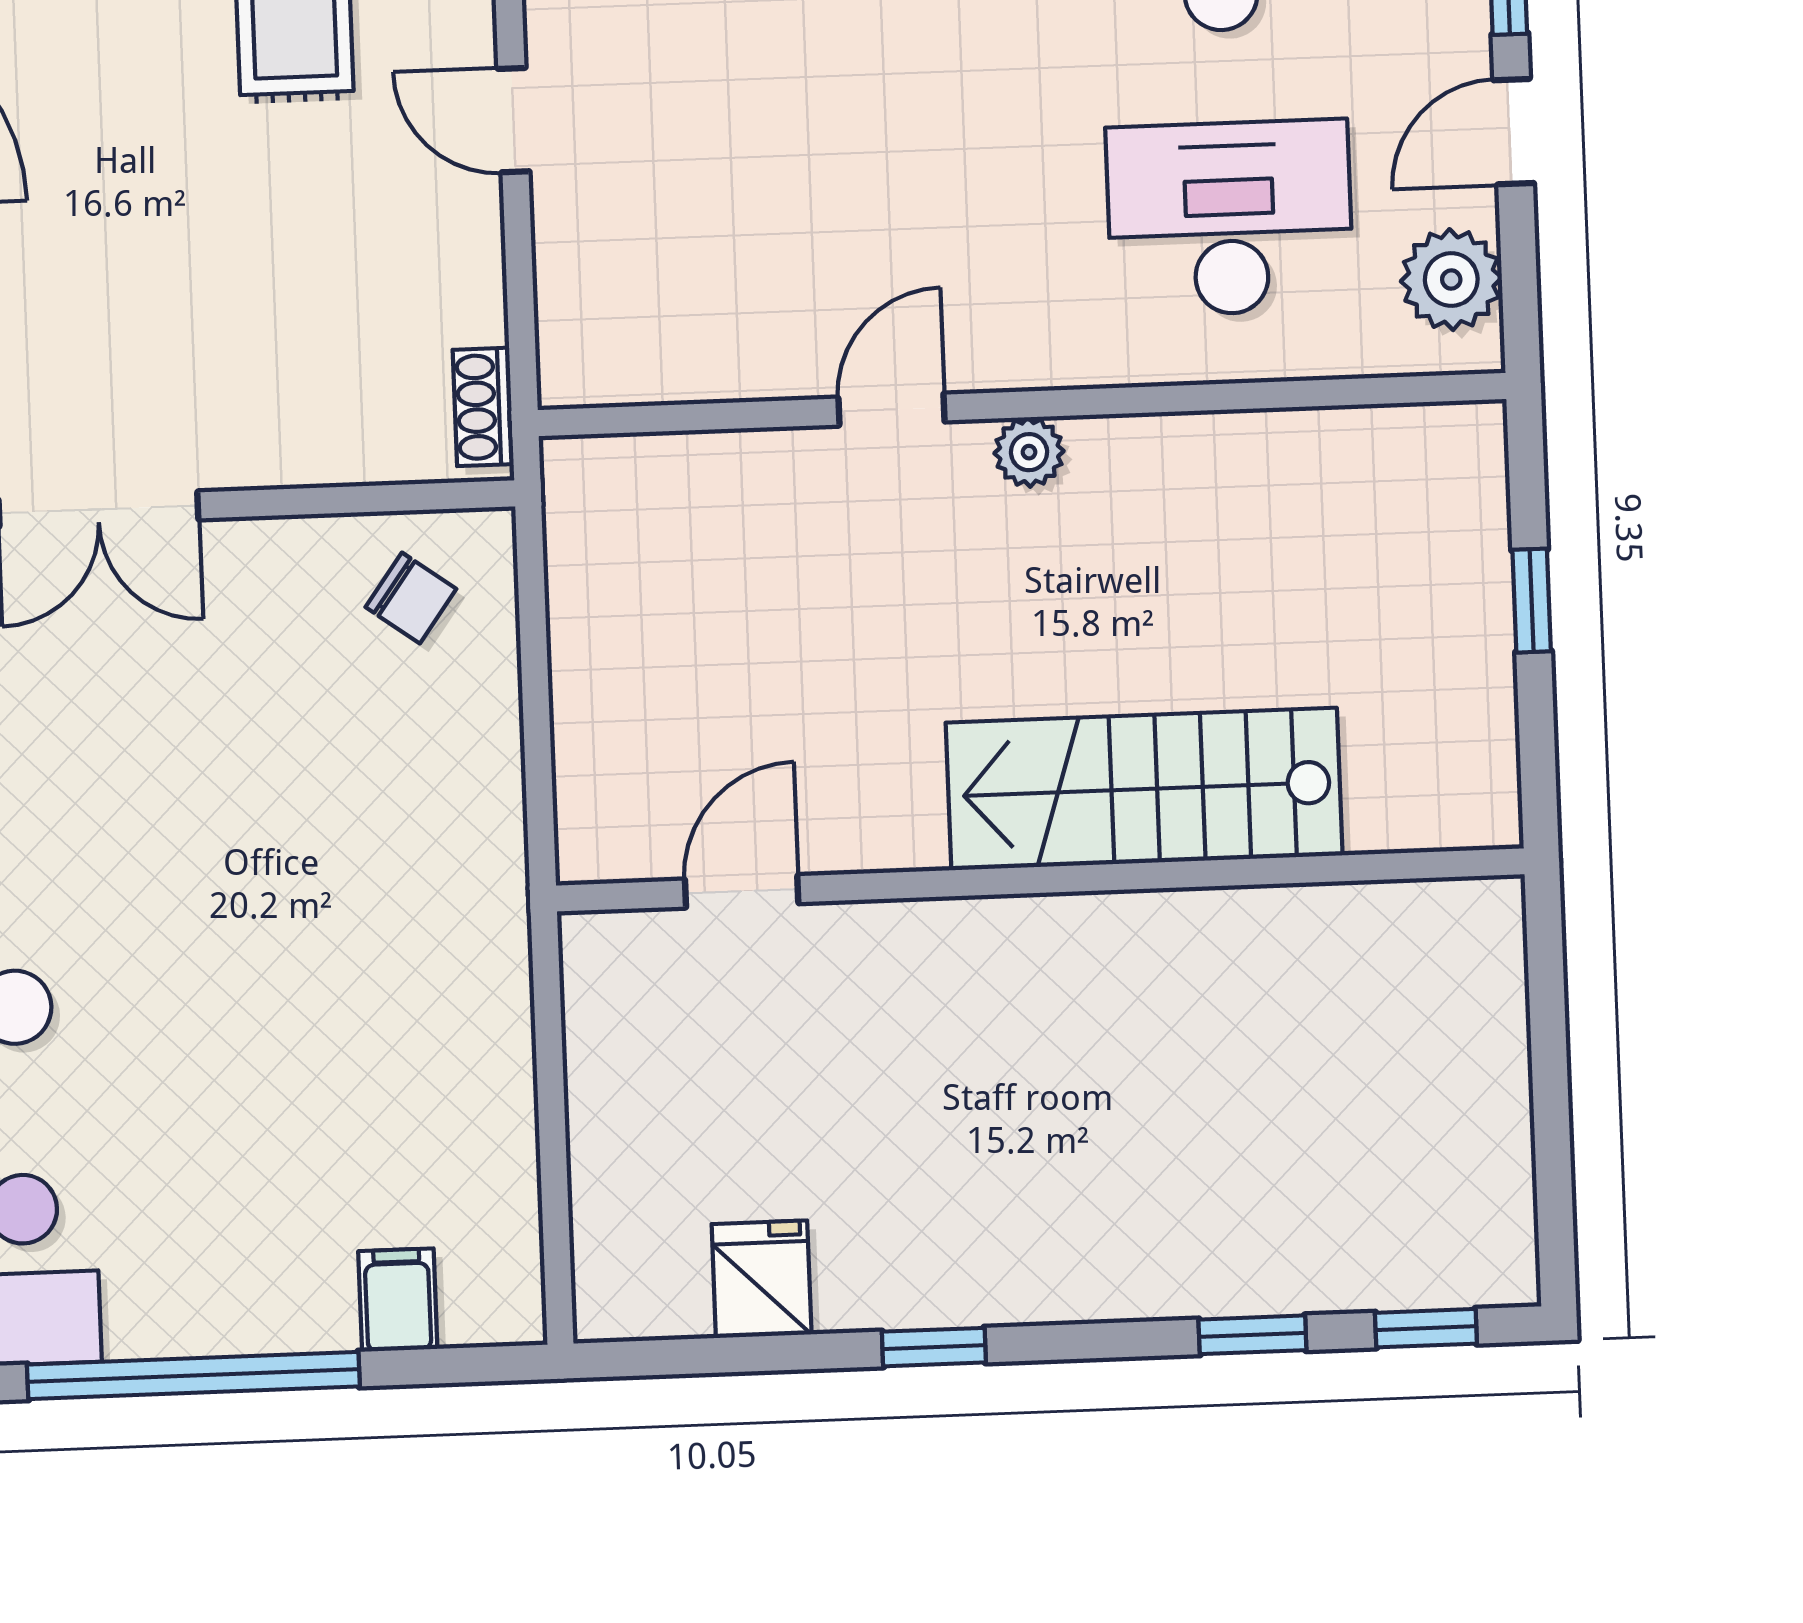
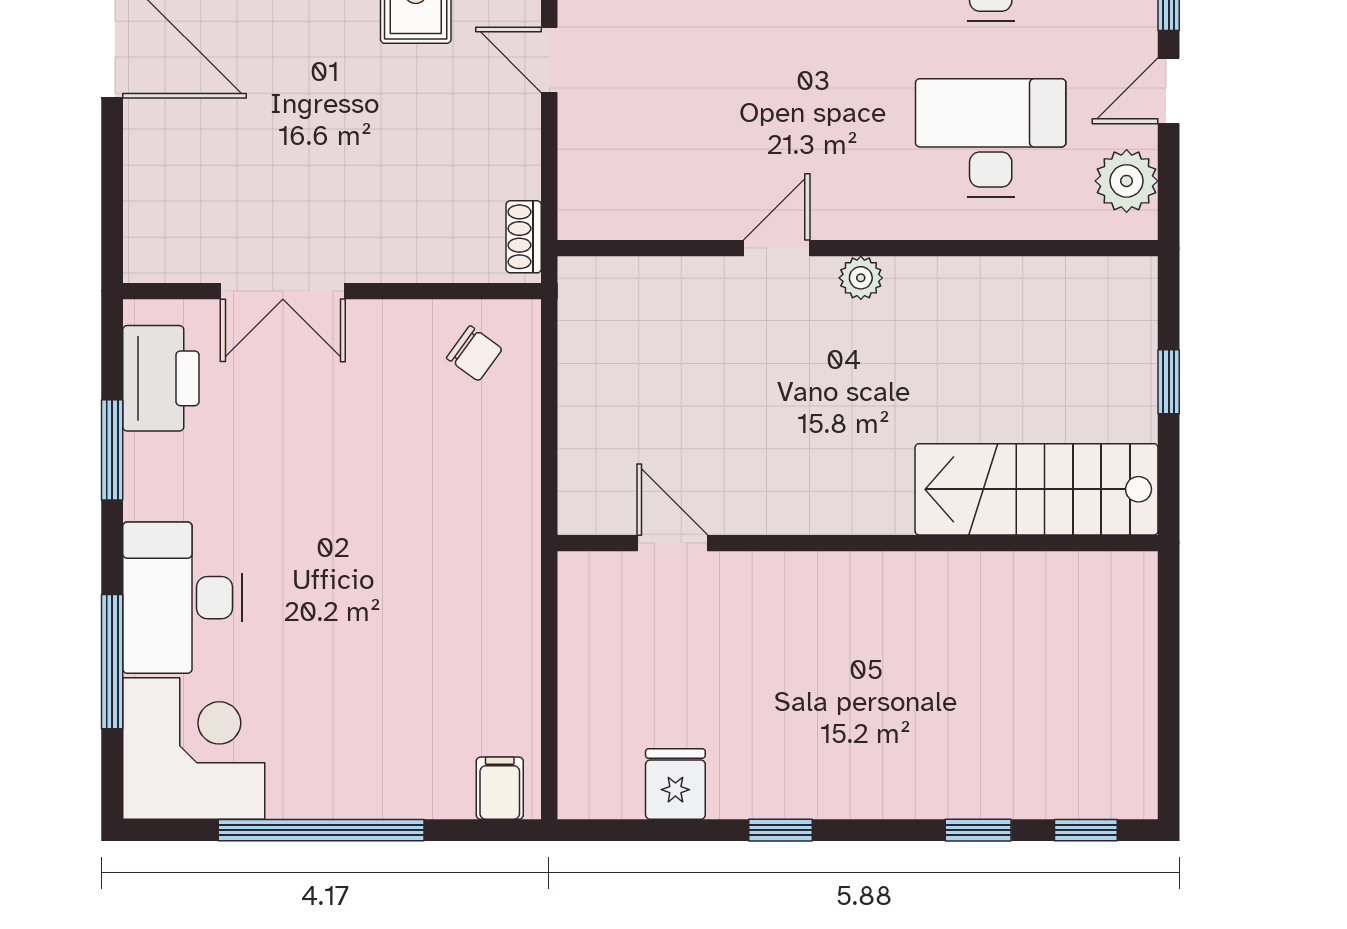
stairs: (1144, 789) -> (1037, 489), moved
door: (742, 891) -> (672, 543), hinge flipped
filing cabinet: (398, 1300) -> (500, 788), moved

